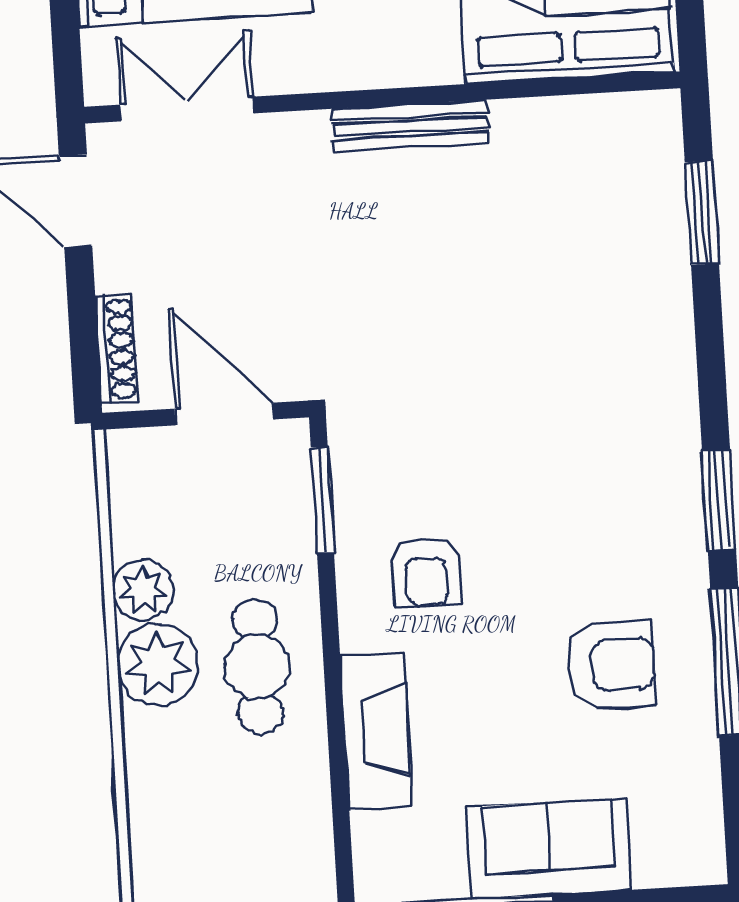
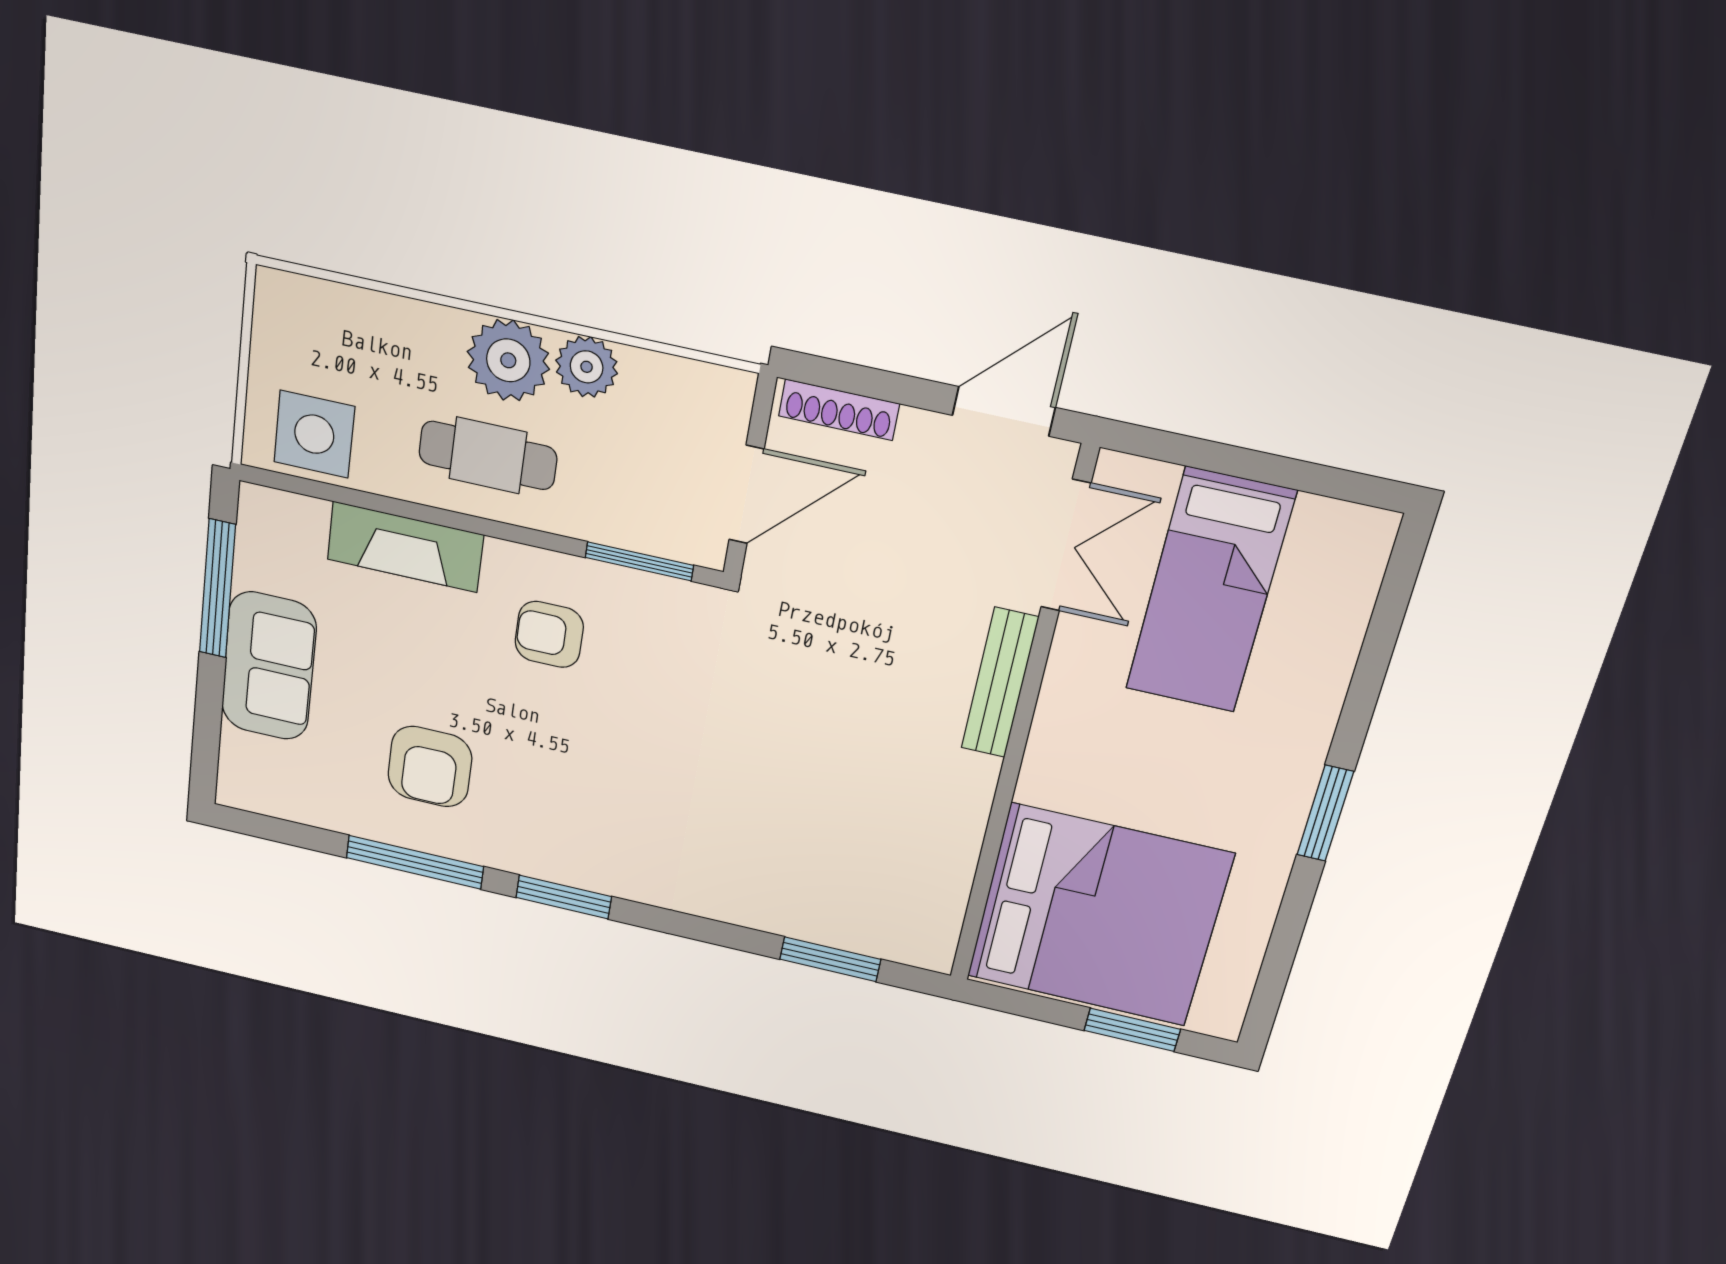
bench: (410, 126) -> (1000, 683), moved
side table: (285, 839) -> (314, 434), added

